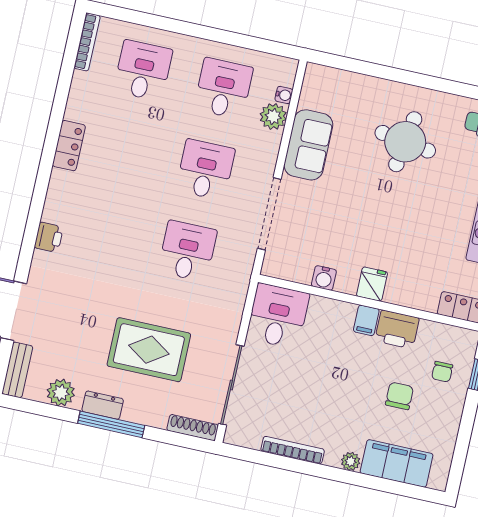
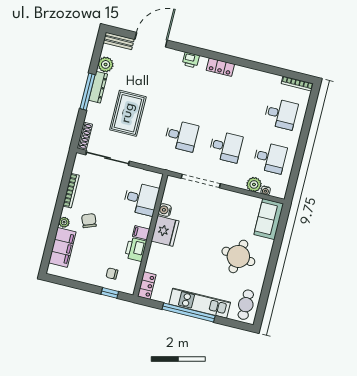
sofa: (308, 145) -> (269, 219), moved, turned 90
locker: (69, 146) -> (220, 67), moved
fridge: (372, 284) -> (165, 231), width x1.88, depth x1.34
desk: (278, 316) -> (141, 199), moved
chair: (399, 396) -> (89, 221), moved, turned -111
dresser: (103, 405) -> (98, 87), width x1.44

